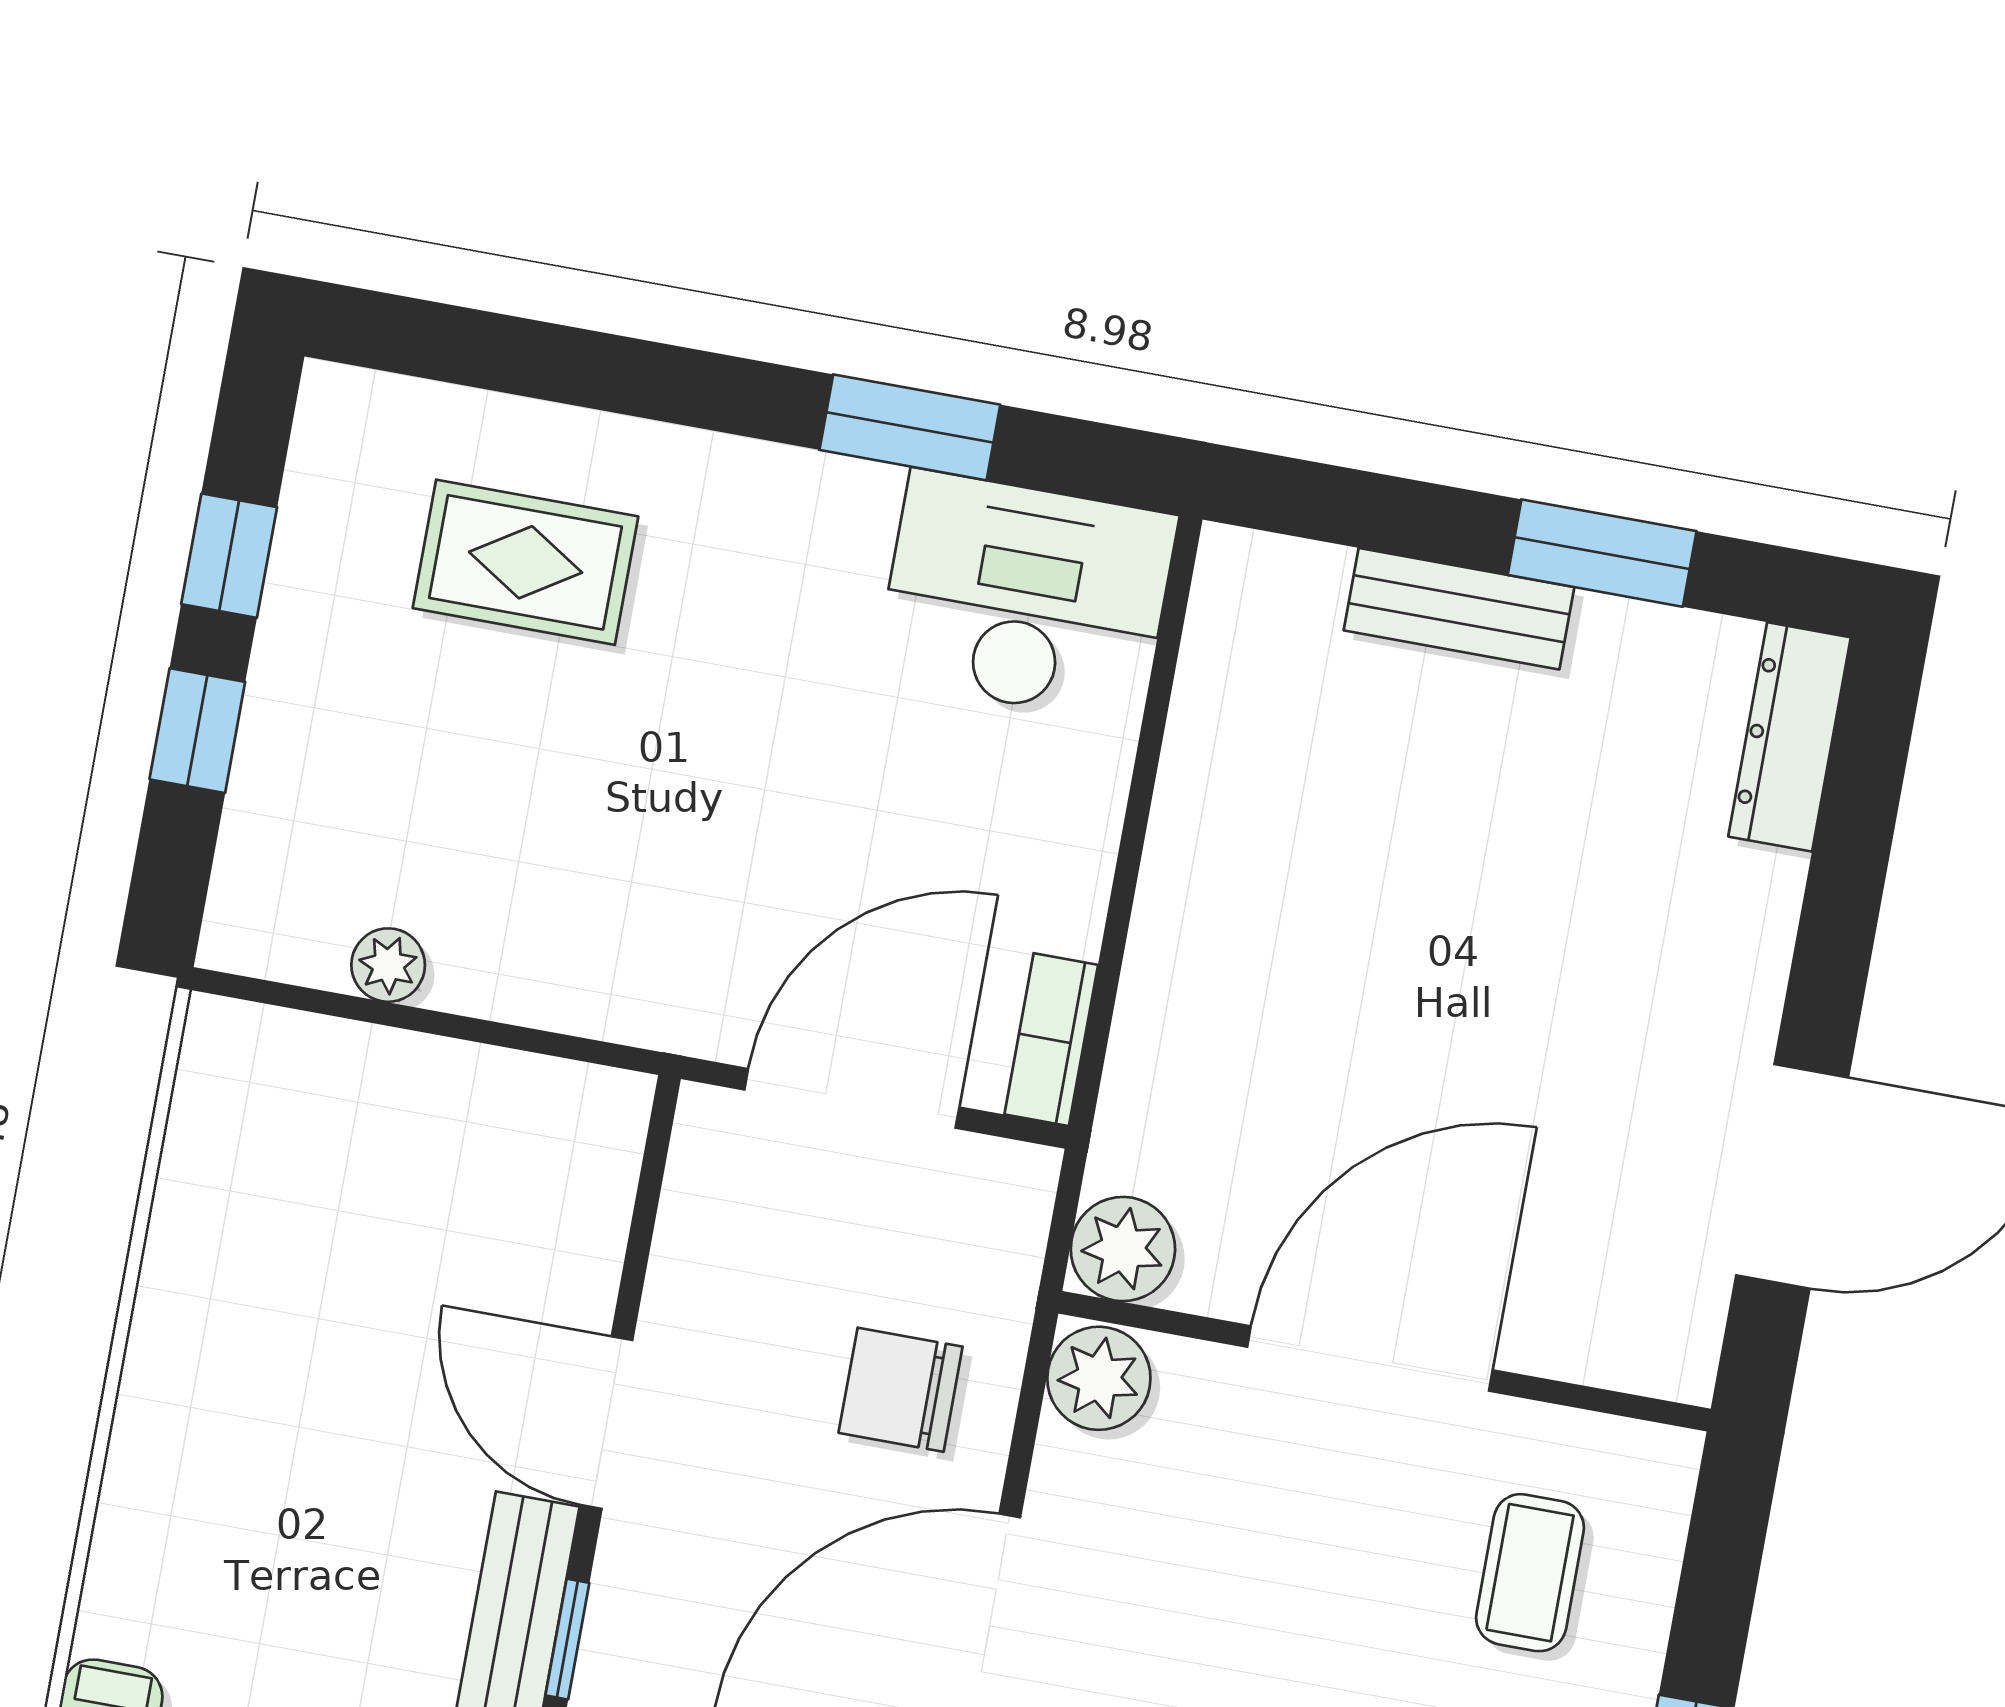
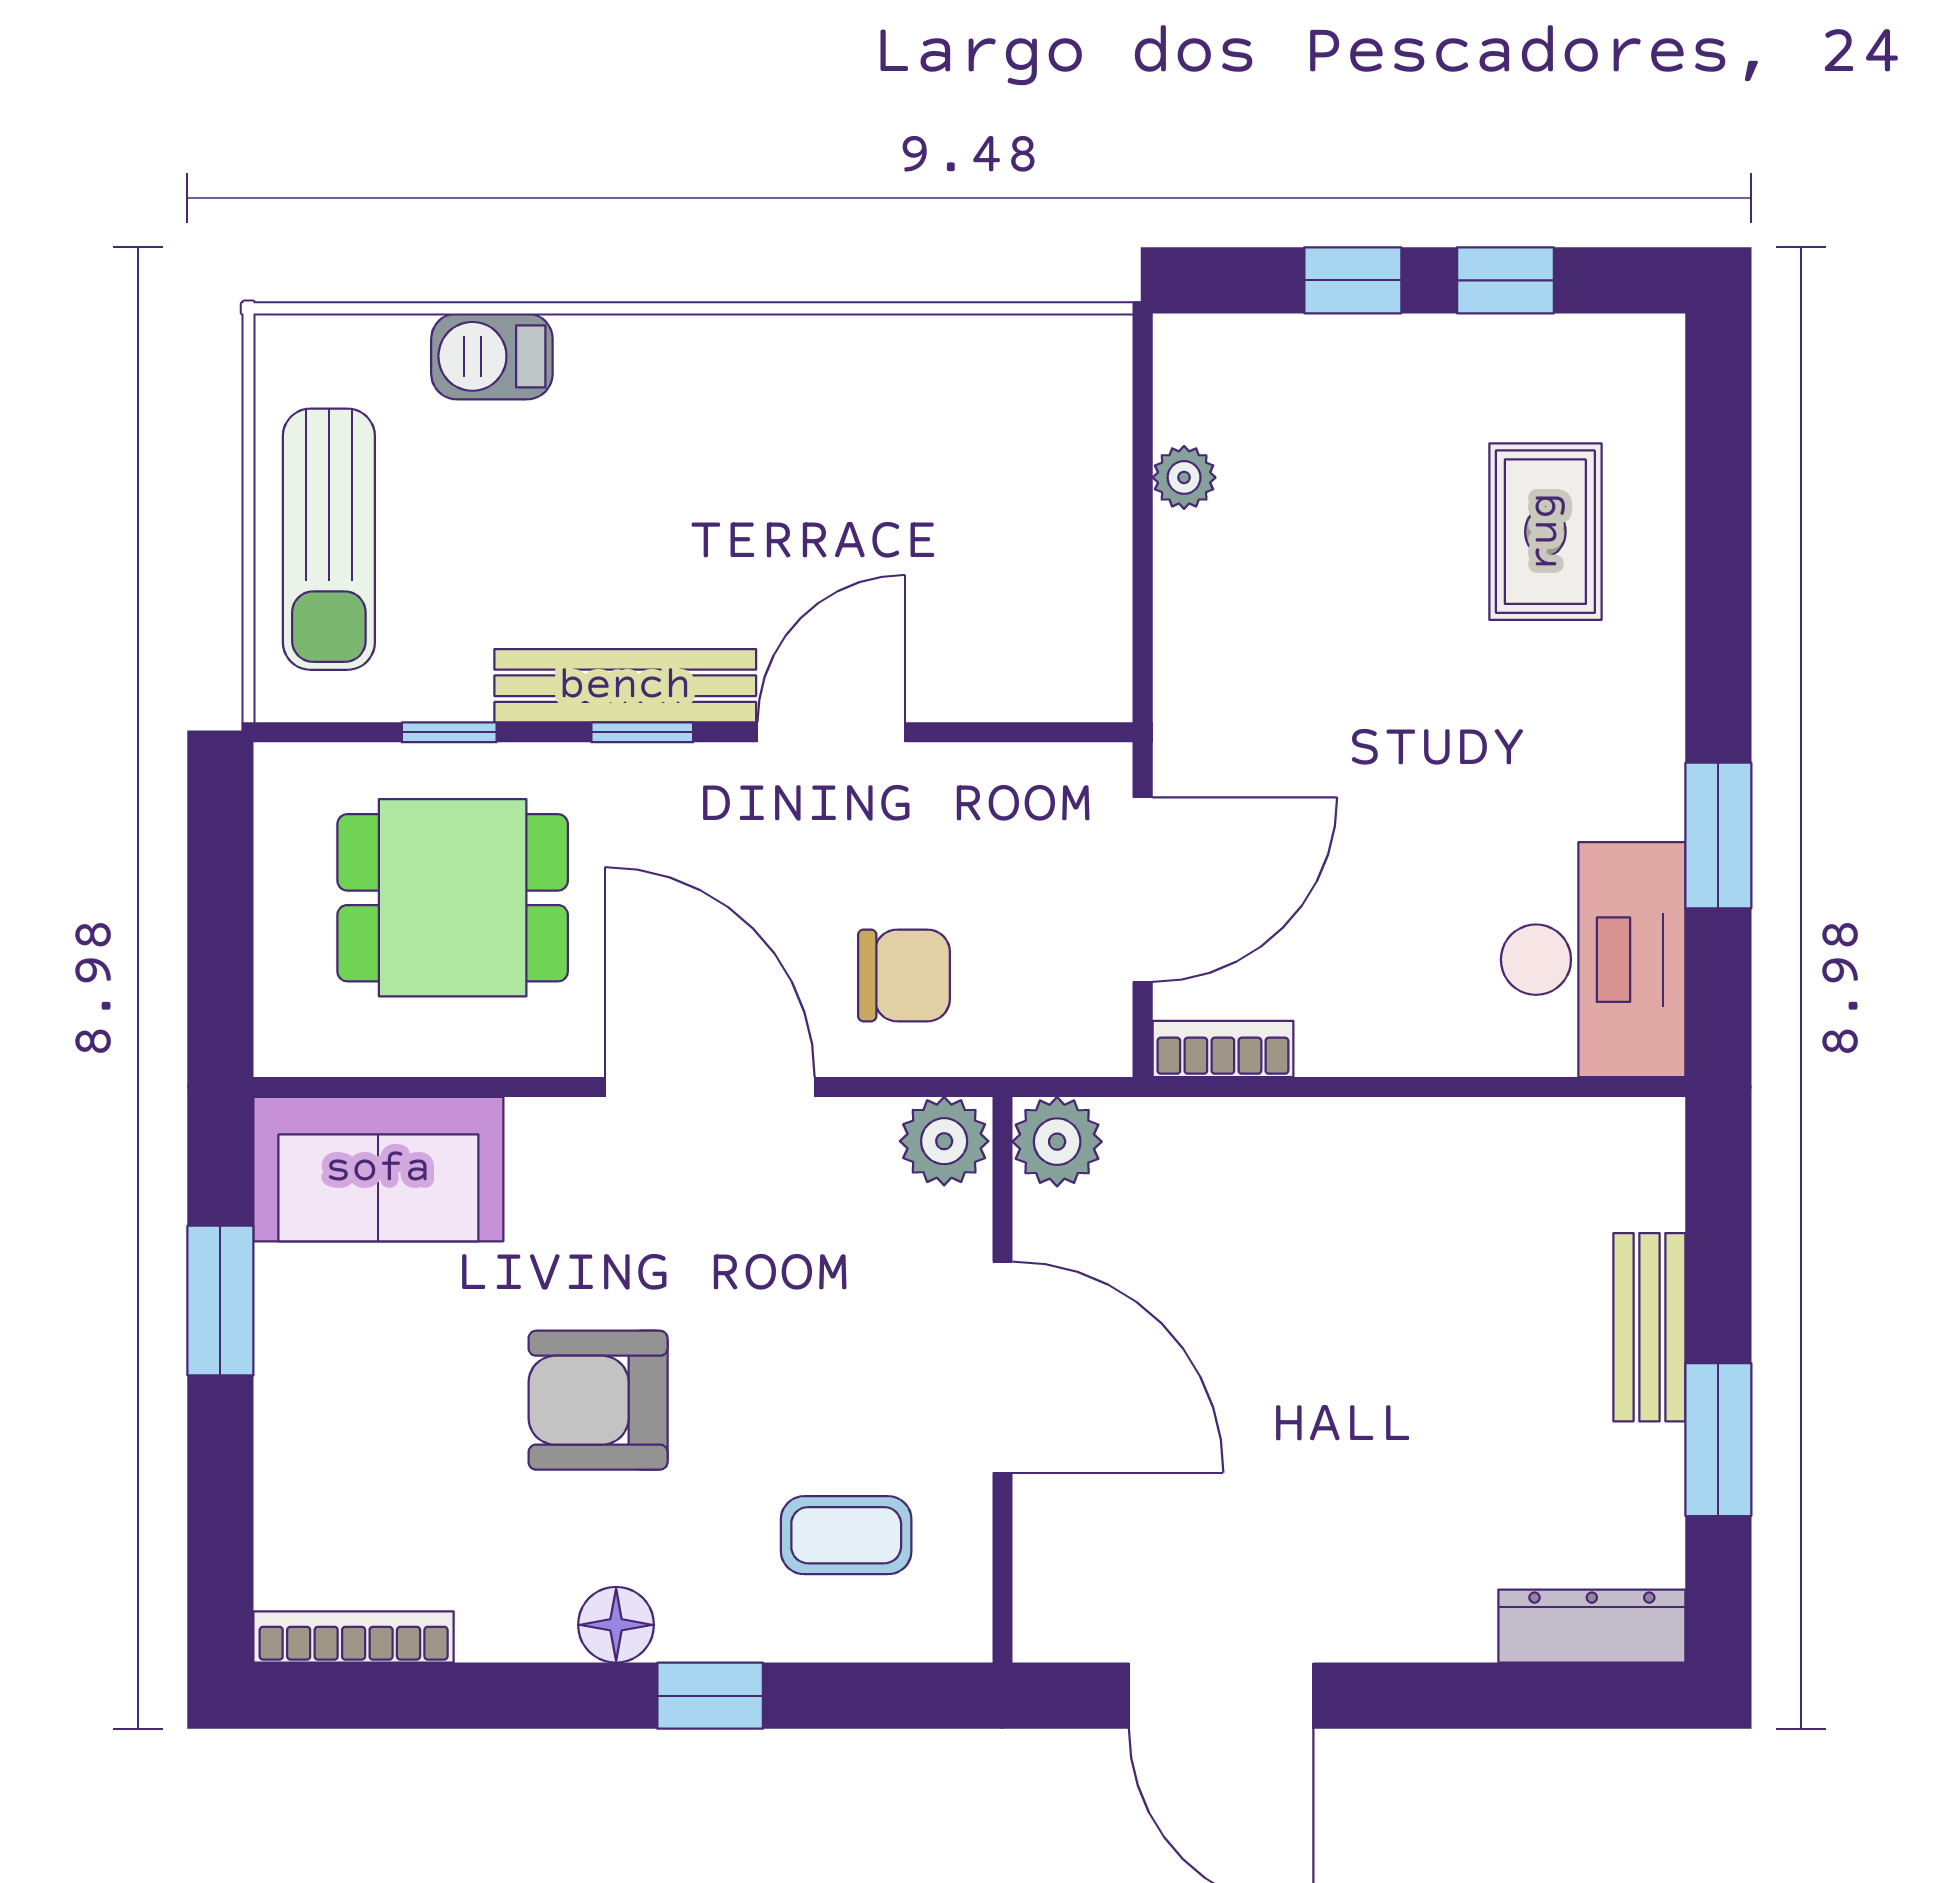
door: (852, 1098) -> (1143, 890), hinge flipped
chair: (901, 1390) -> (904, 975), turned 90

